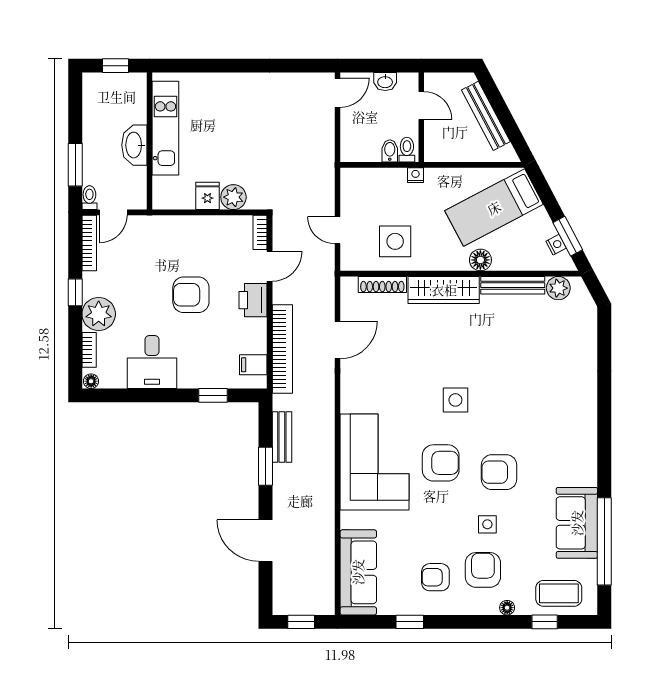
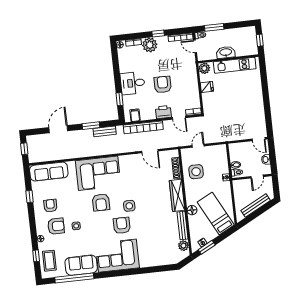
plant: (233, 197) -> (204, 68), moved
desk: (152, 362) -> (133, 83), moved
corner sofa: (564, 439) -> (117, 256), added
armchair: (499, 472) -> (122, 225), moved

